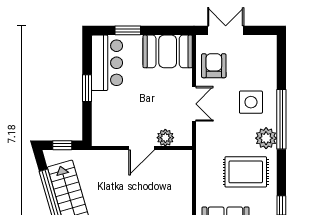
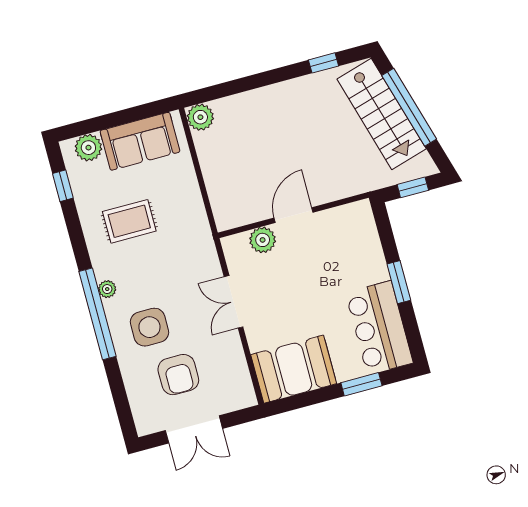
double door: (226, 30) -> (194, 429), moved
armchair: (214, 66) -> (178, 375), moved
plant: (266, 138) -> (107, 289), width x0.53, depth x0.53
rug: (246, 172) -> (129, 221), width x0.73, depth x0.70

